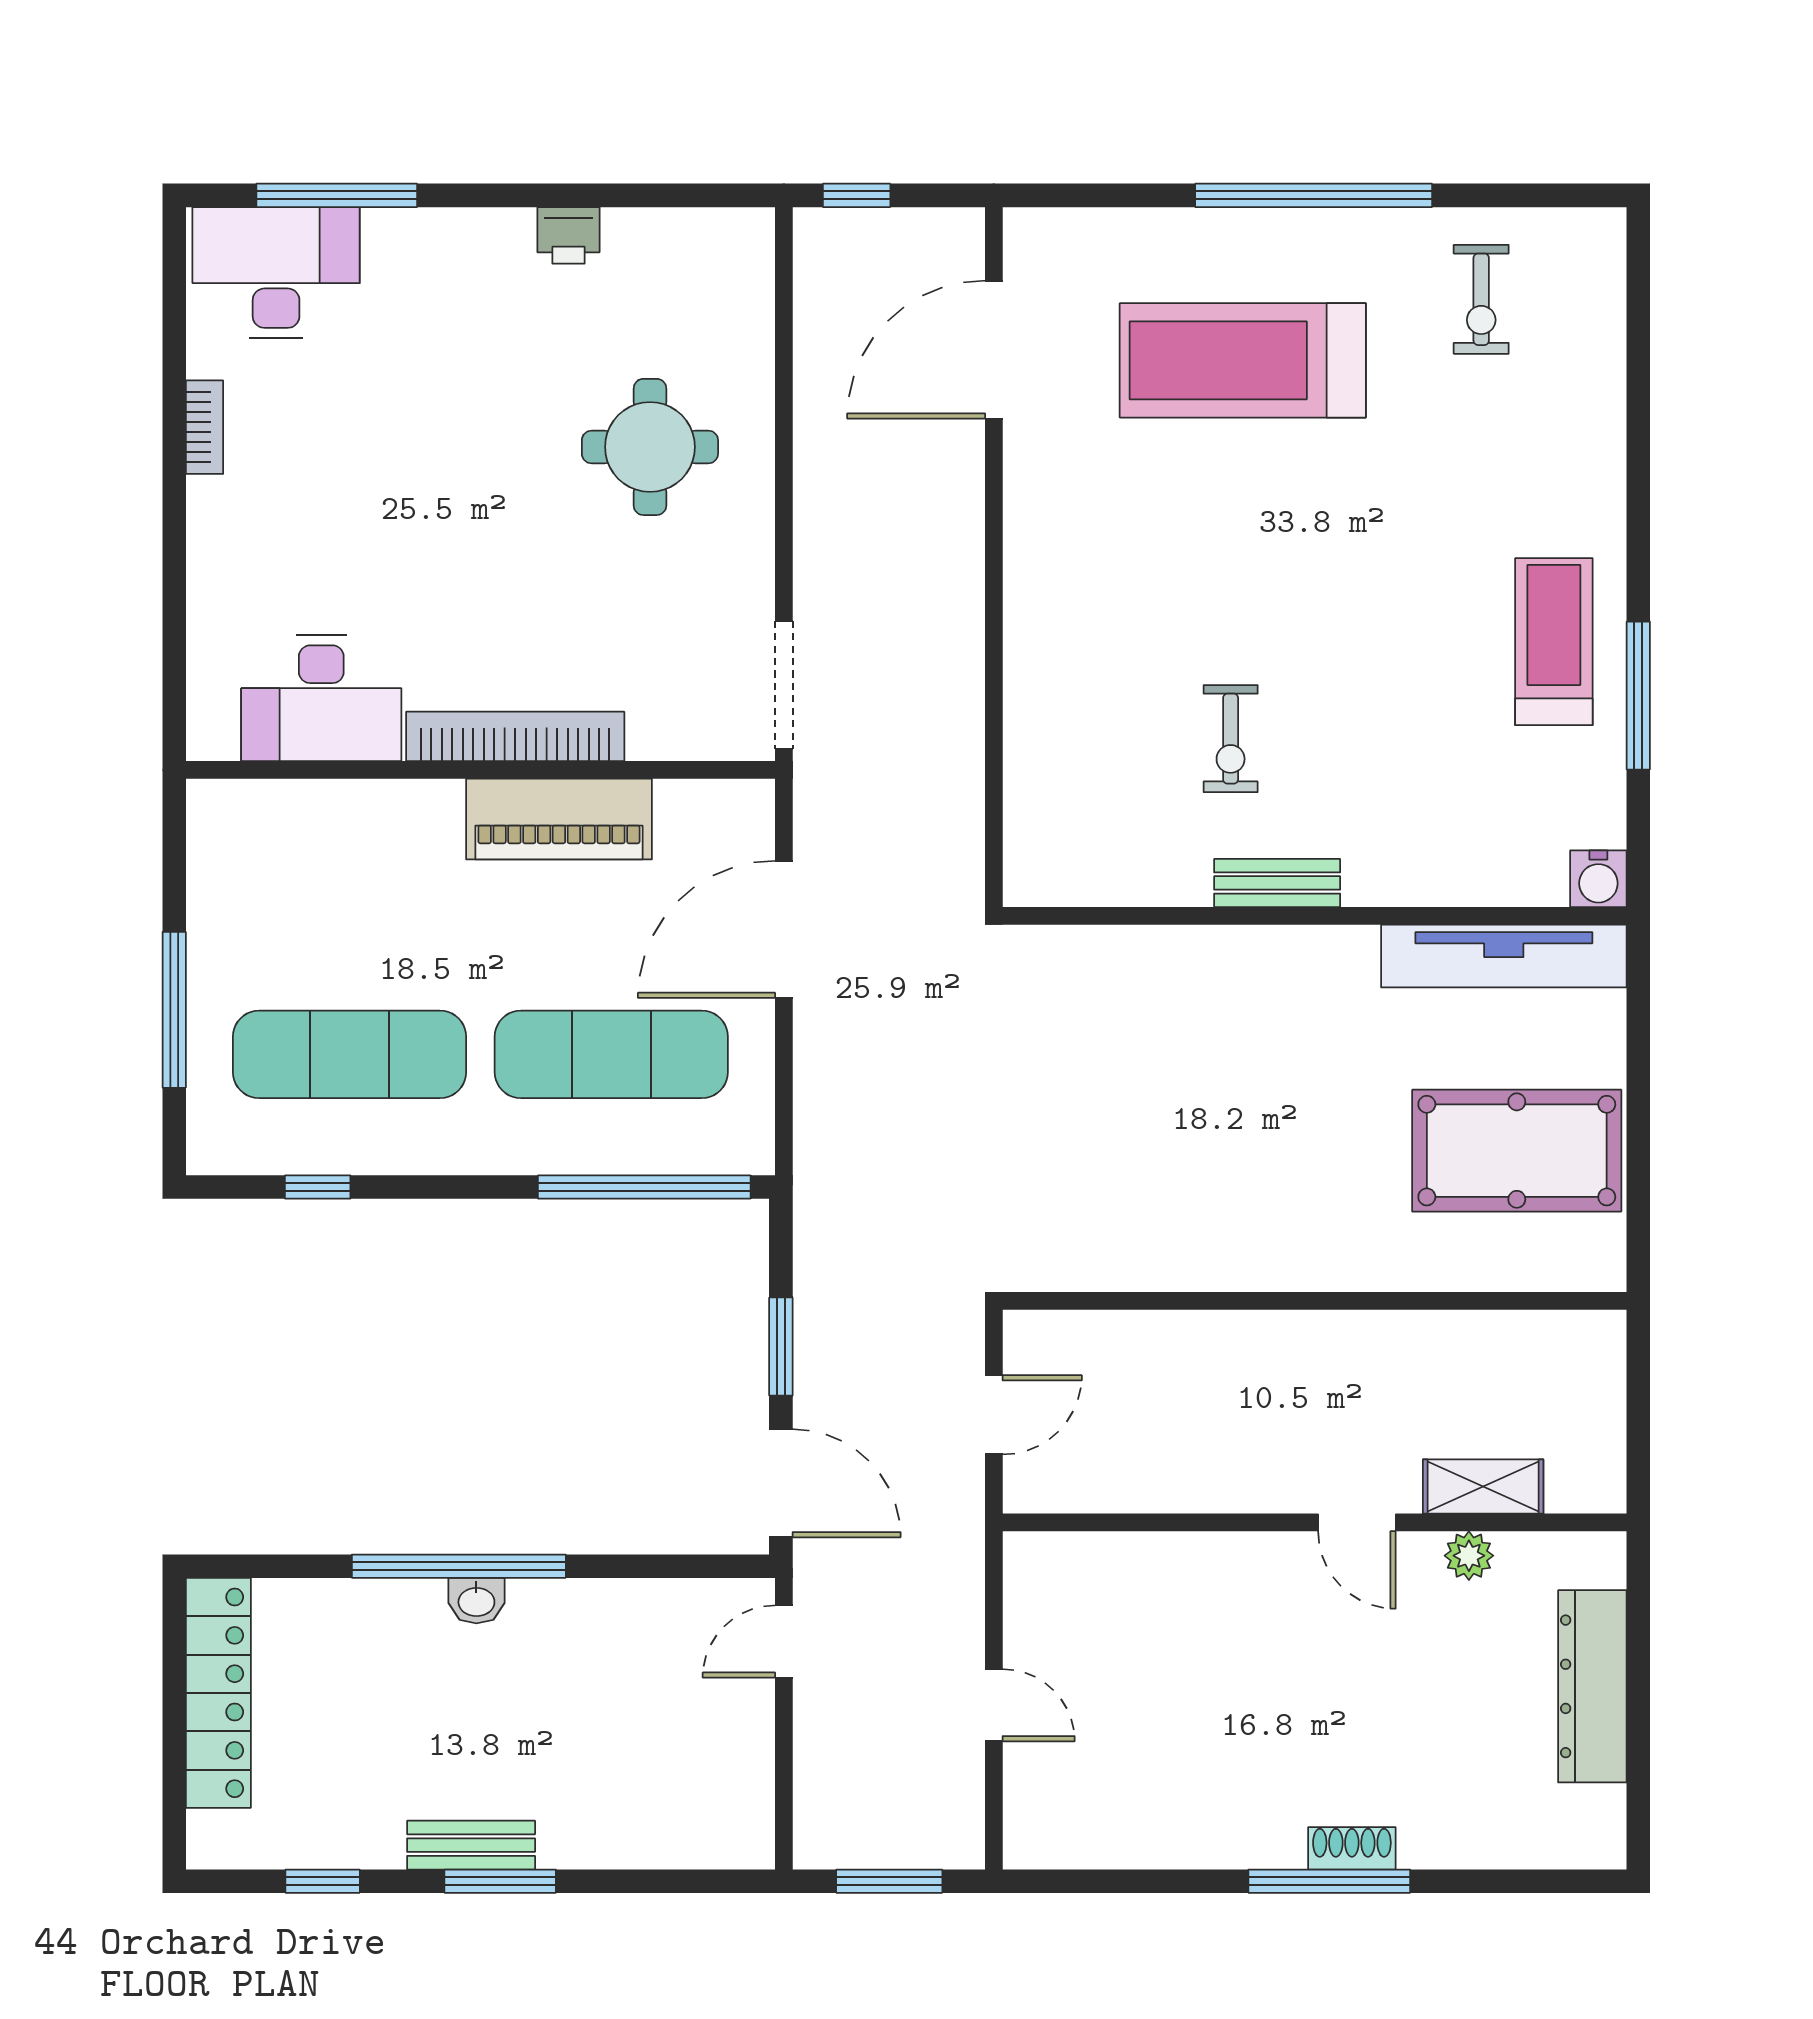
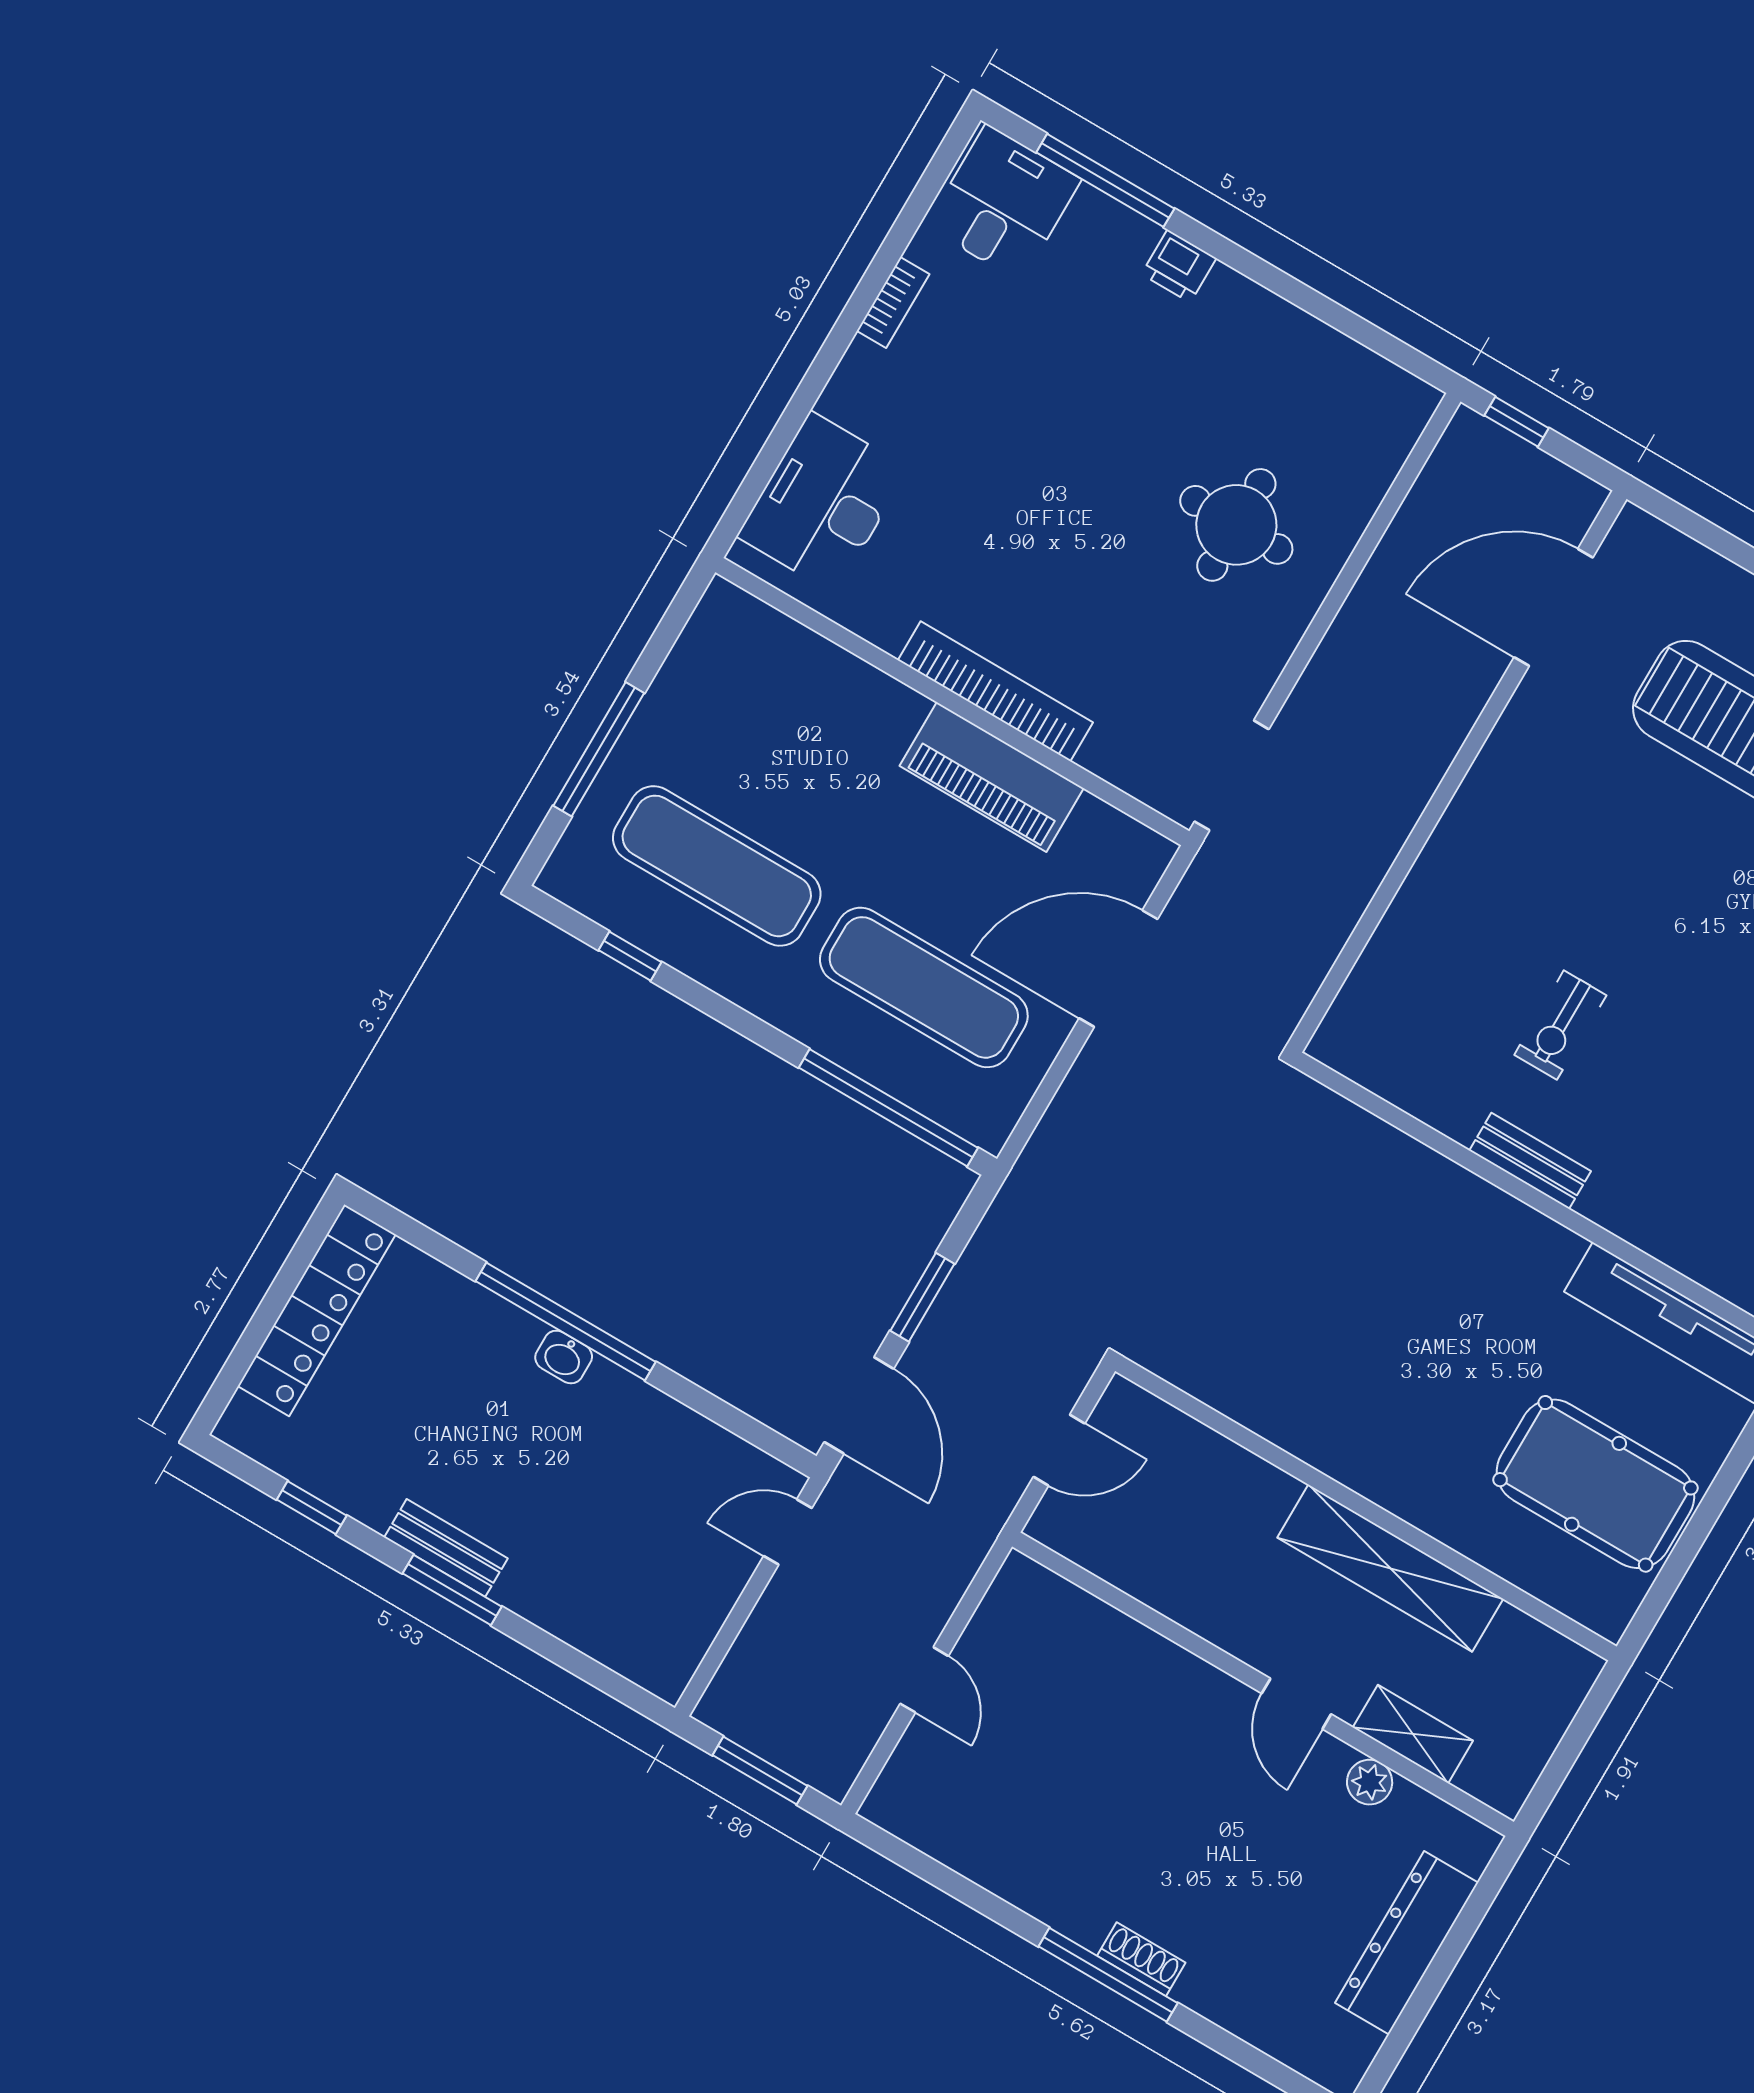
printer: (568, 235) -> (1179, 266), moved
desk: (276, 273) -> (1003, 203), width x0.73
desk: (321, 698) -> (823, 503), moved, turned 90
shelving: (1370, 1343) -> (1390, 1568), added

